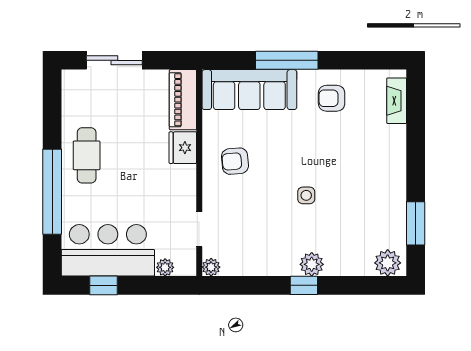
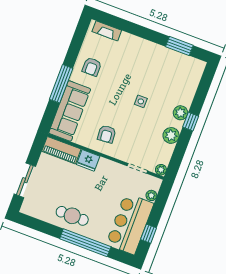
plant: (388, 263) -> (171, 135), moved

